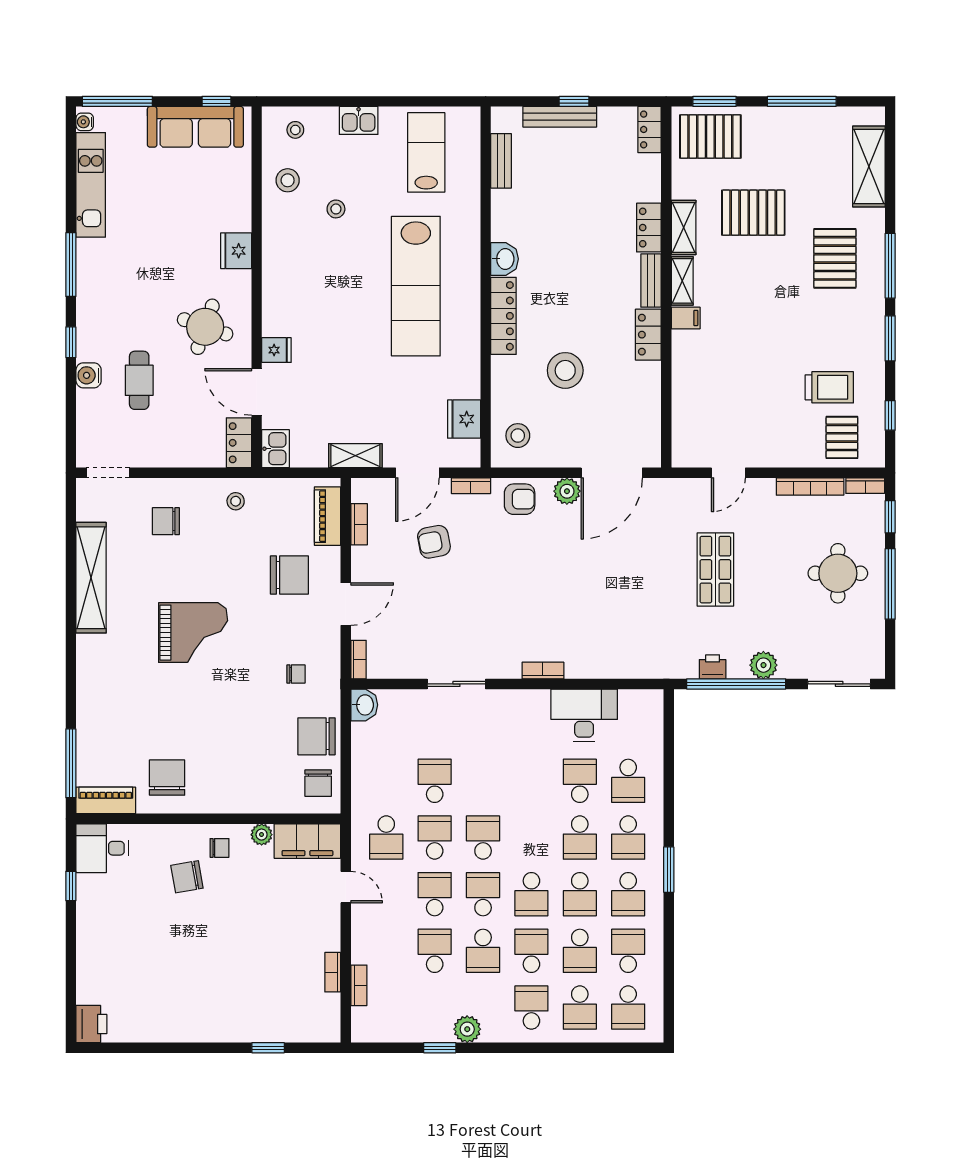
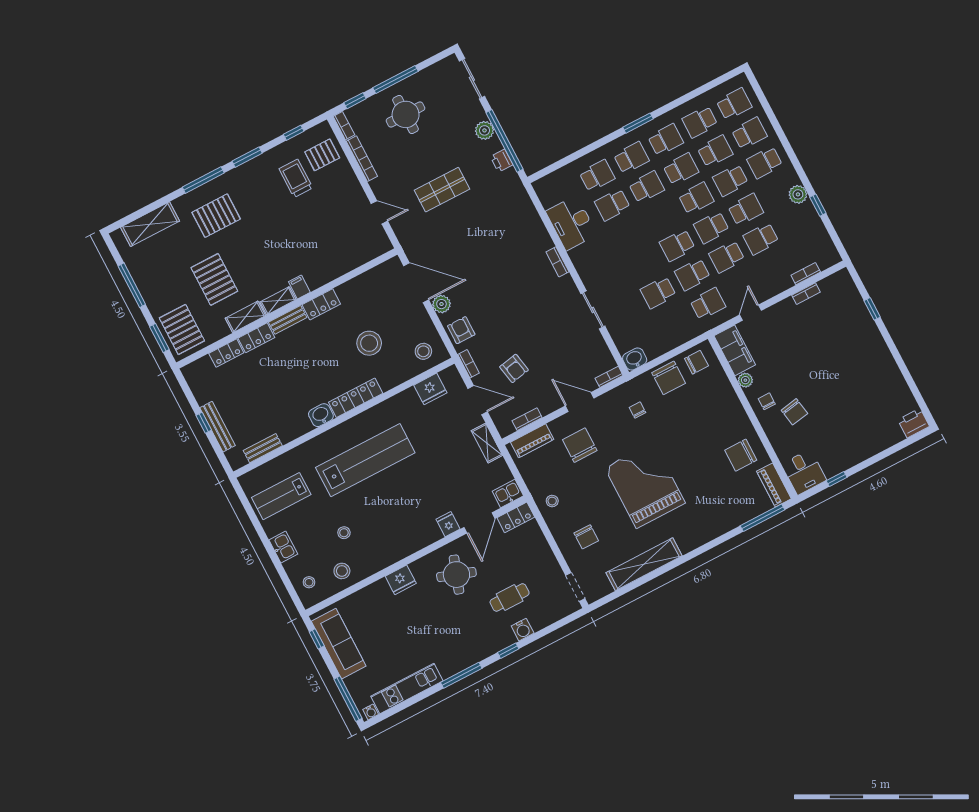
locker: (649, 129) -> (226, 353), moved
grand piano: (193, 633) -> (645, 485), width x1.37, depth x1.48

